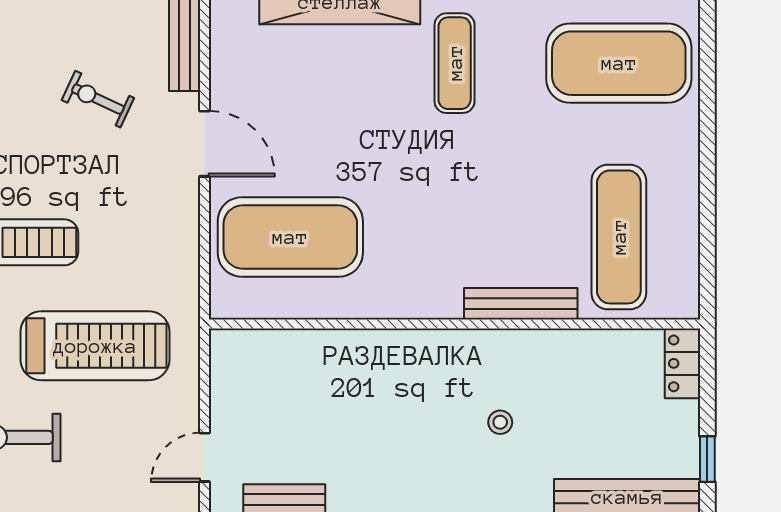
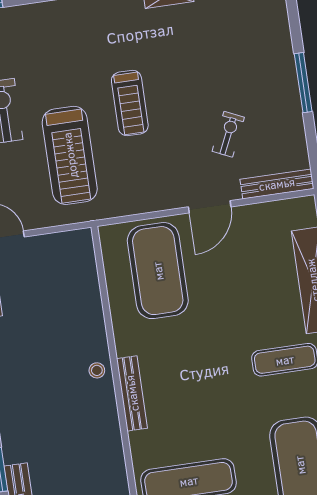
bench: (521, 304) -> (132, 393), moved
stool: (500, 422) -> (97, 370), moved

